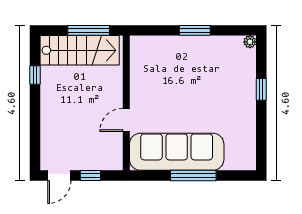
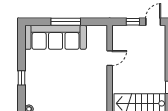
sofa: (177, 152) -> (56, 37), moved

